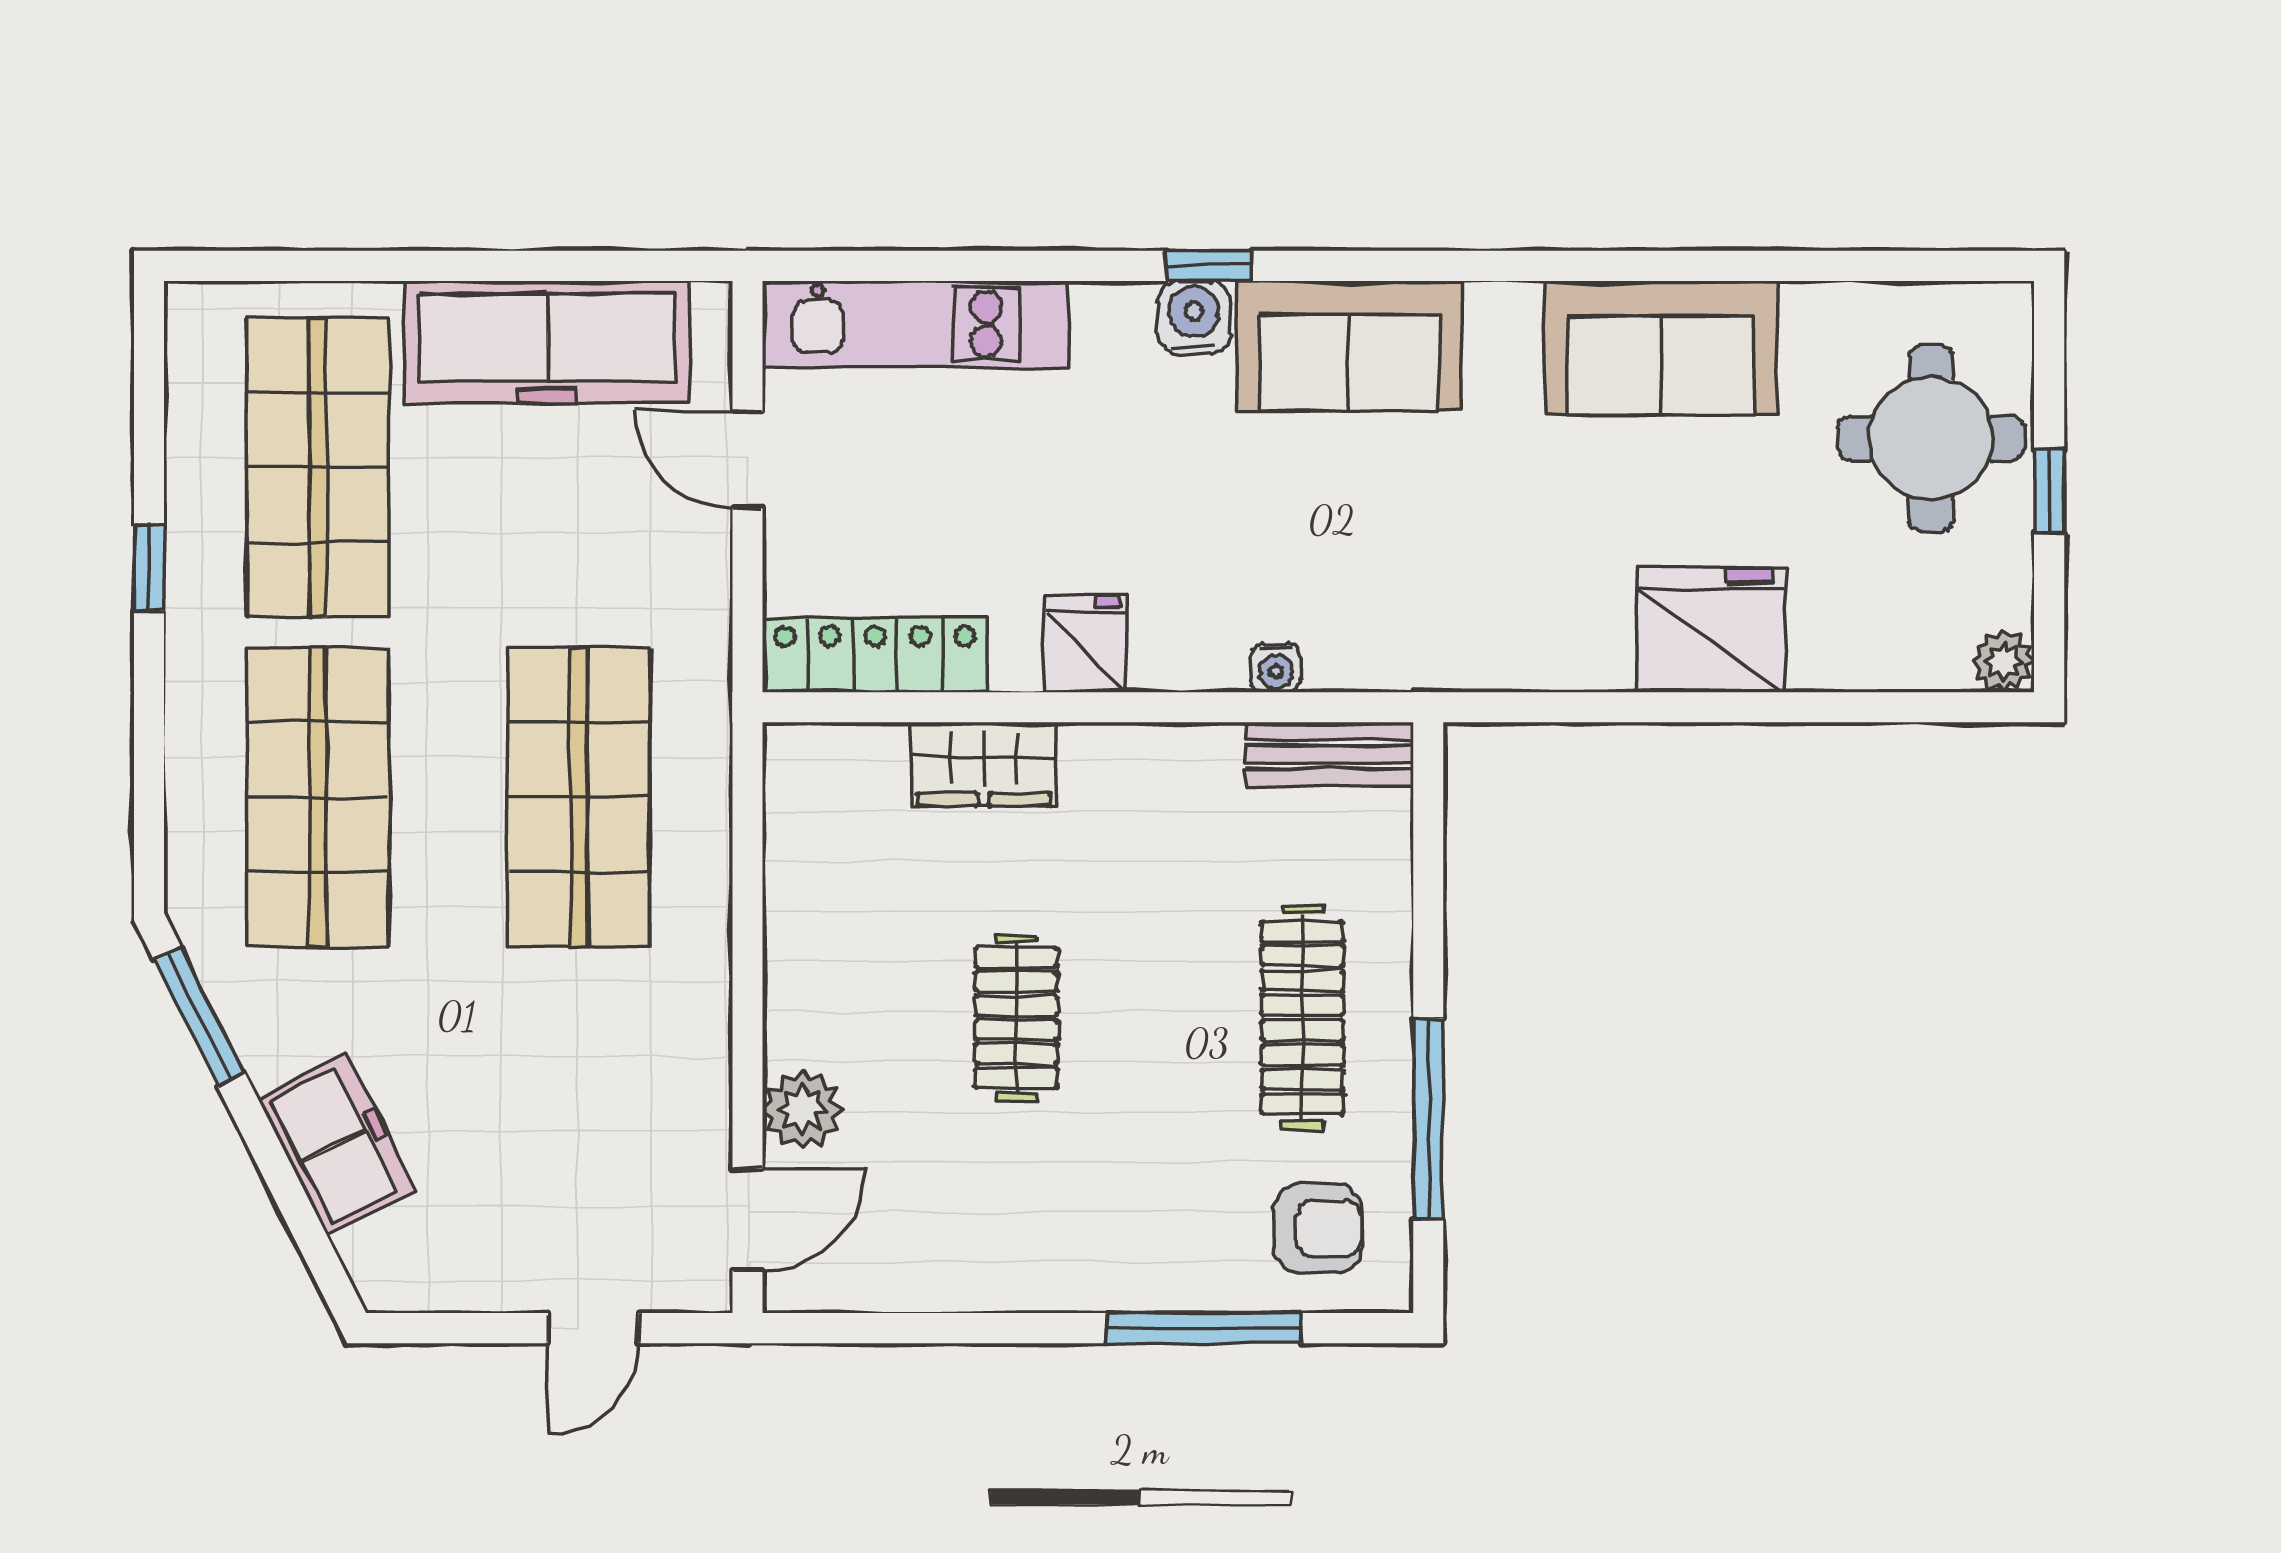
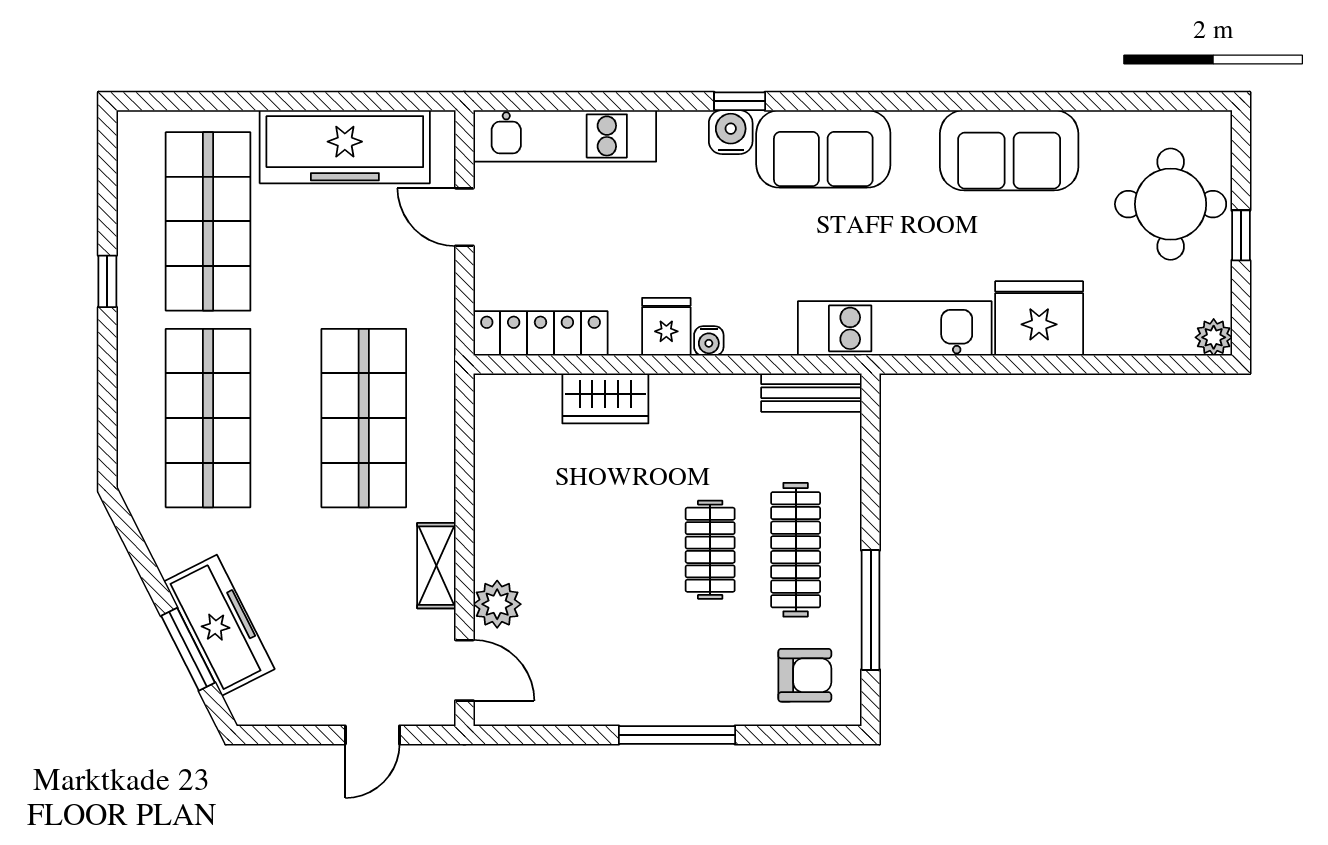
kitchen unit: (1469, 647) -> (895, 328), added
water cooler: (1276, 668) -> (709, 341), moved
window: (199, 1016) -> (188, 649), moved
clothes rail: (1016, 1018) -> (710, 550), moved
shelving: (700, 1044) -> (436, 566), added
freezer: (337, 1144) -> (219, 625), width x1.40
door: (748, 1220) -> (464, 670), hinge flipped
window: (1204, 1328) -> (677, 735), moved

